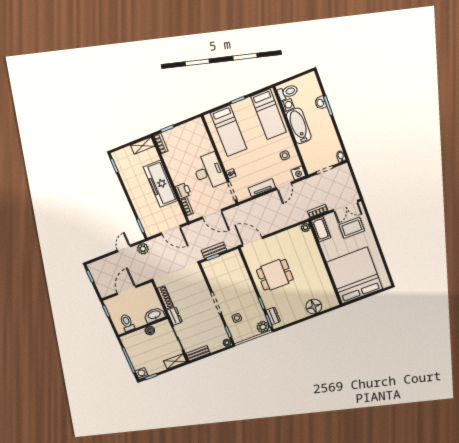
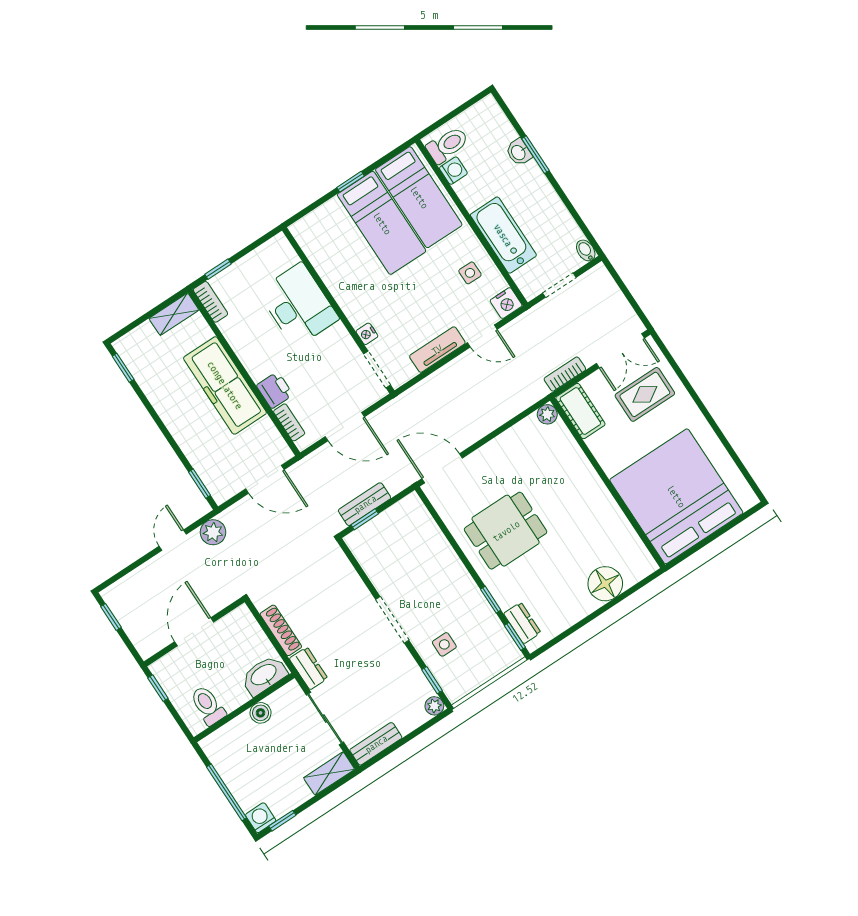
bathtub: (299, 126) -> (503, 235), moved
bed: (229, 131) -> (382, 223), moved
desk: (209, 171) -> (298, 305), moved
door: (284, 186) -> (482, 336), hinge flipped
plant: (263, 327) -> (505, 653), removed

